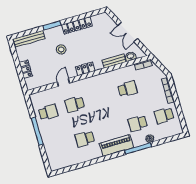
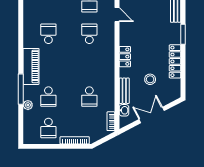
stool: (61, 49) -> (150, 79), moved
door: (63, 82) -> (117, 15), moved
school desk: (164, 116) -> (48, 128), turned 180
school desk: (138, 123) -> (48, 97), turned 180

